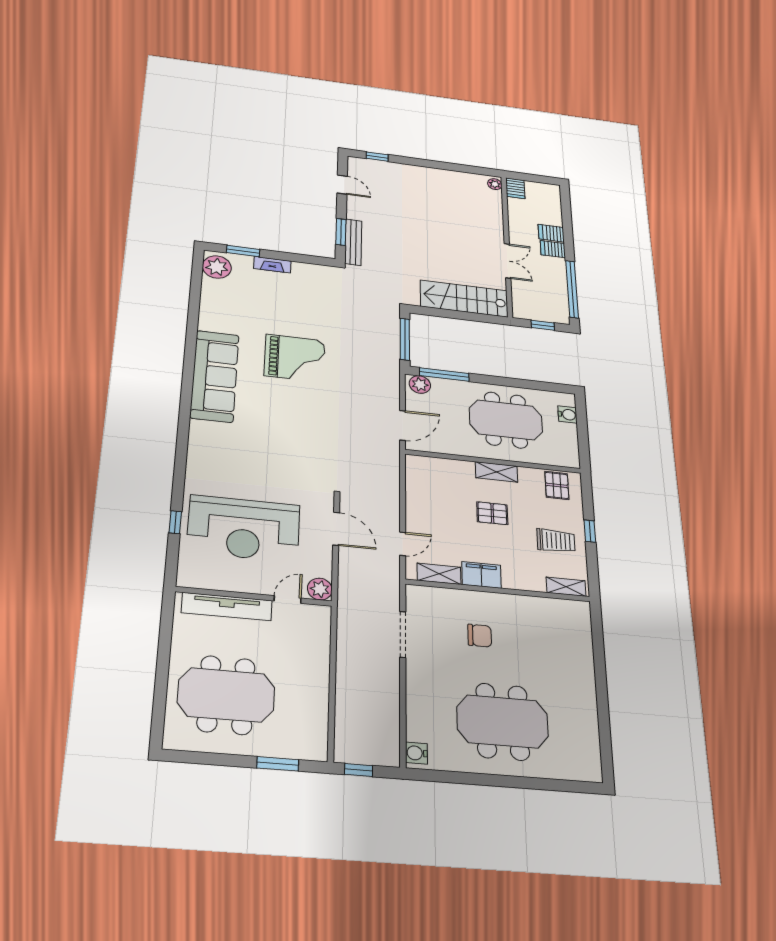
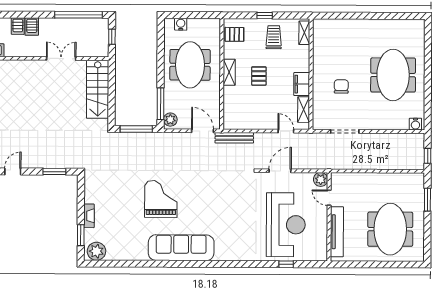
bench: (353, 242) -> (234, 138), moved
server rack: (553, 249) -> (18, 26), moved

